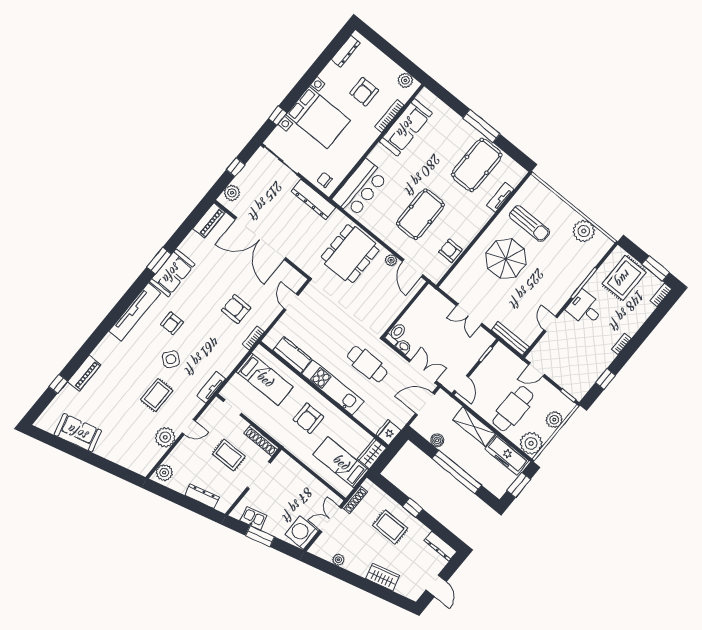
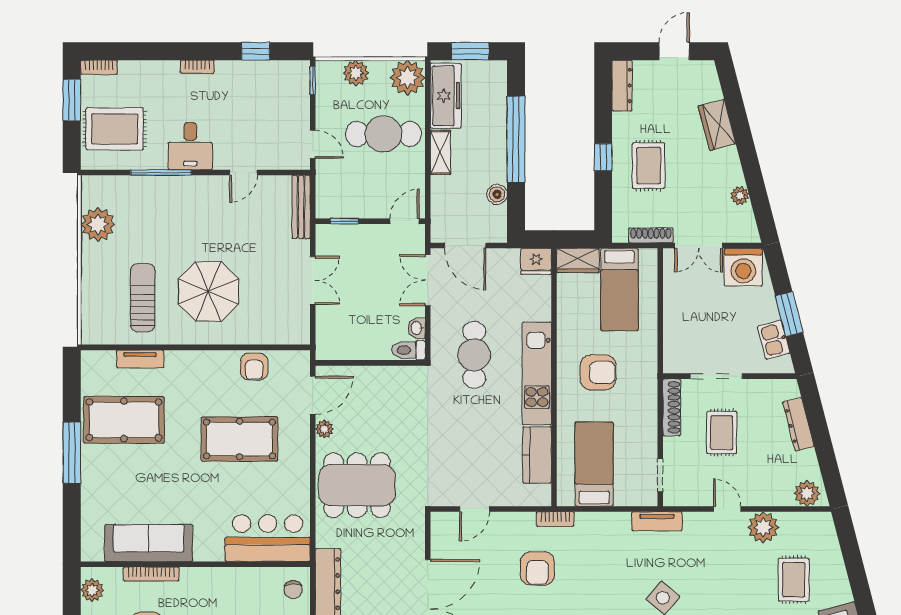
rug: (157, 395) -> (794, 580), moved, turned 90
shelving: (474, 427) -> (440, 152), width x0.67, depth x0.75

